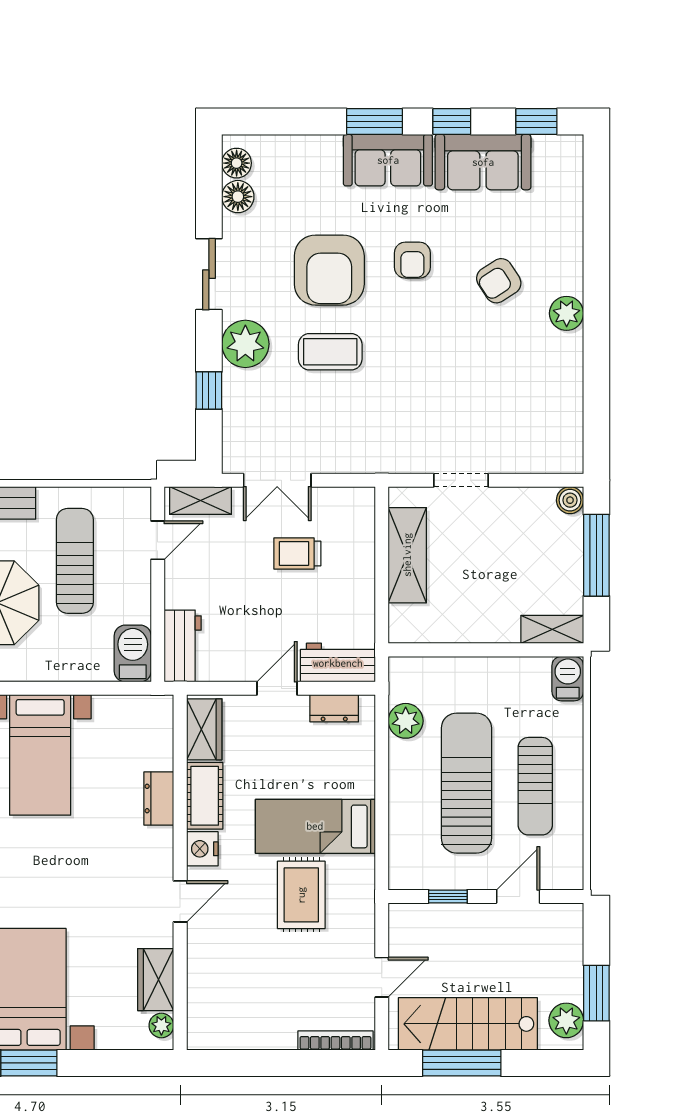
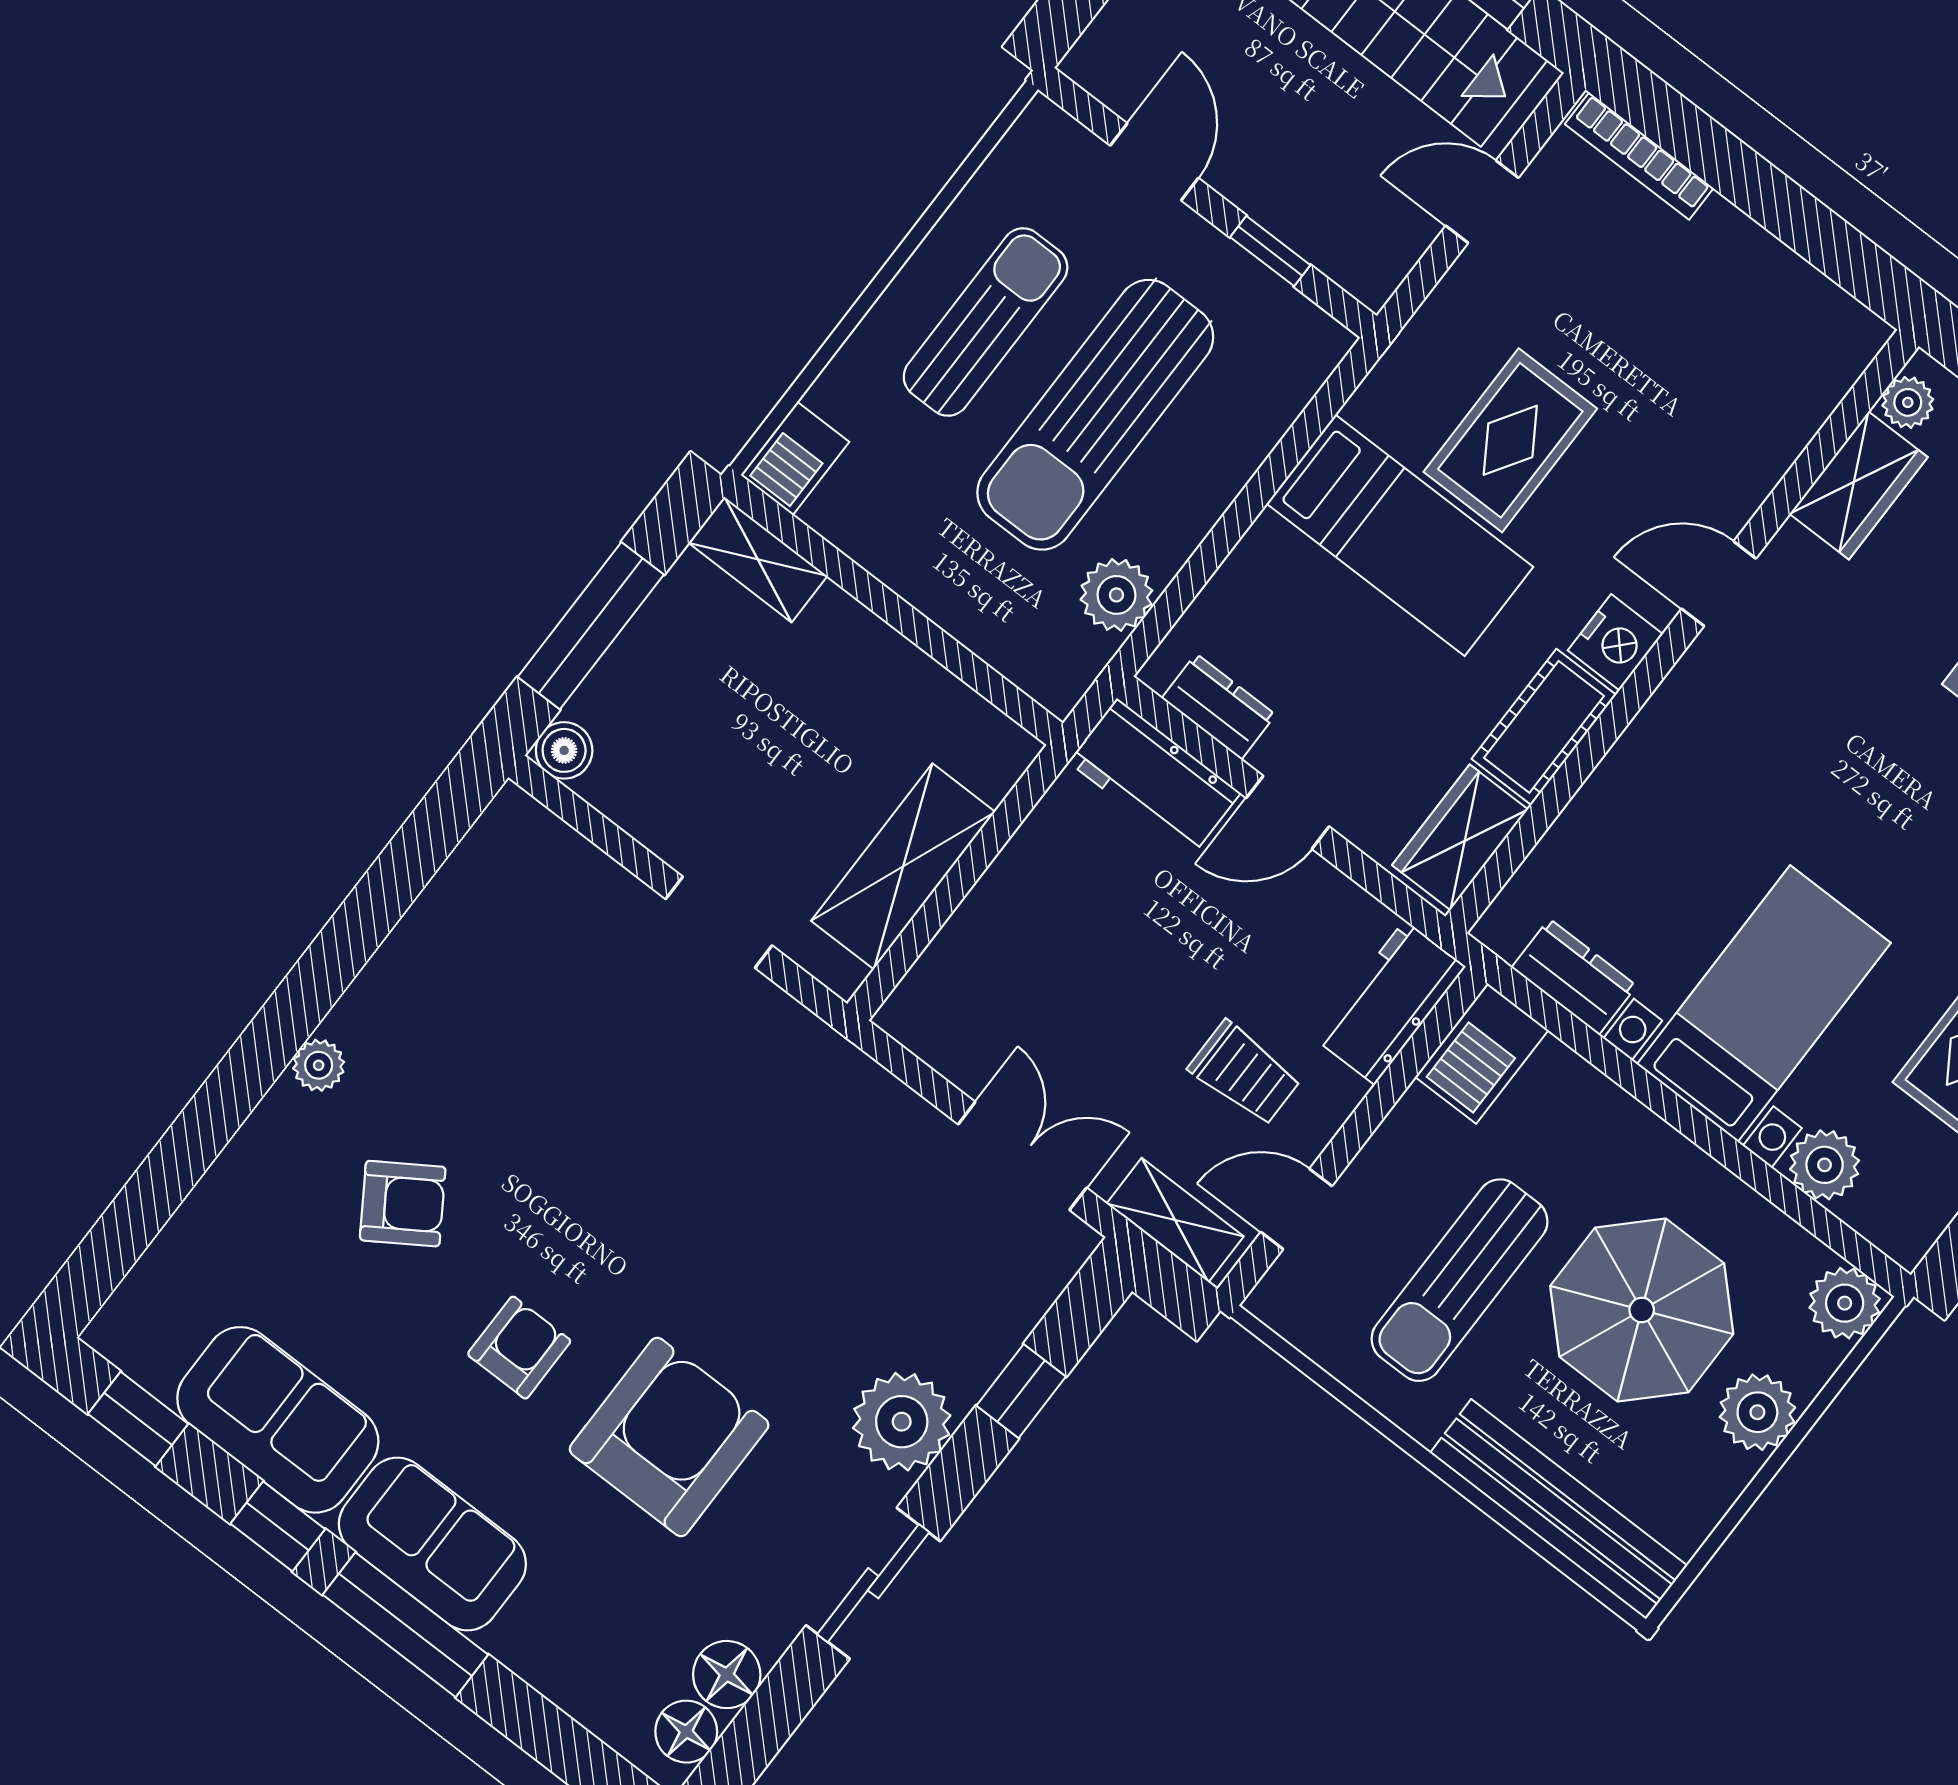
window: (375, 122) -> (405, 1625), width x1.44
plant: (567, 313) -> (319, 1065), width x0.73, depth x0.73
coffee table: (330, 352) -> (771, 1301), removed
trolley: (297, 554) -> (1245, 1073), moved
dresser: (159, 799) -> (1574, 977), moved, turned -90
door: (518, 896) -> (1154, 162), swing flipped

